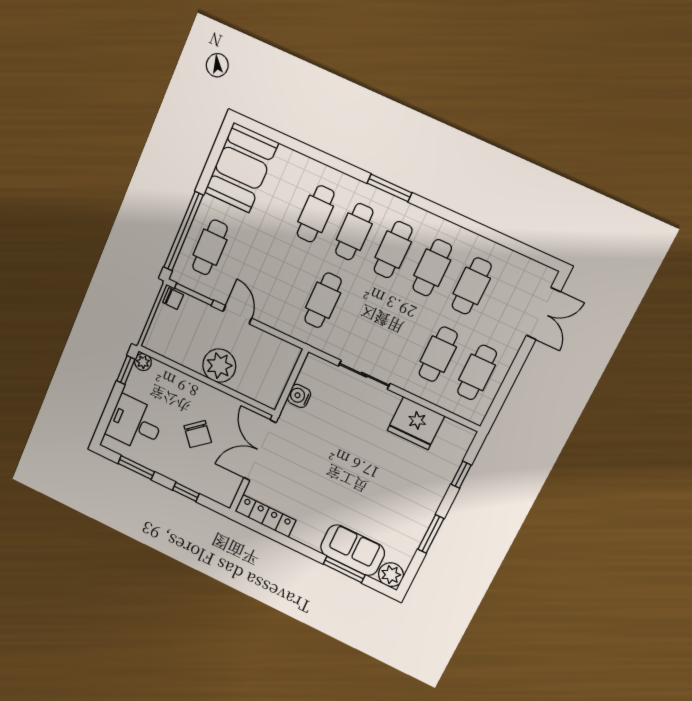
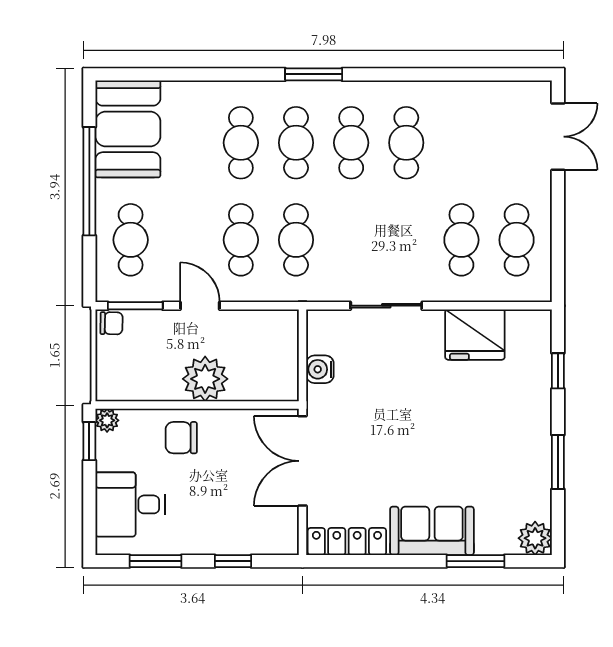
window: (183, 231) -> (89, 181), moved
cafe table: (472, 286) -> (241, 240), moved
chair: (198, 434) -> (181, 438), moved, turned 130
sofa: (353, 550) -> (432, 531), moved

